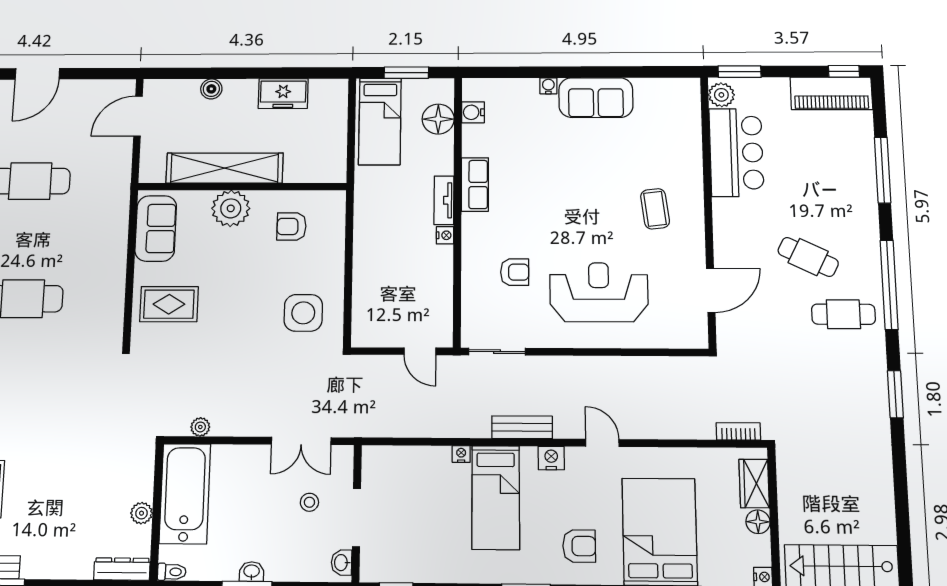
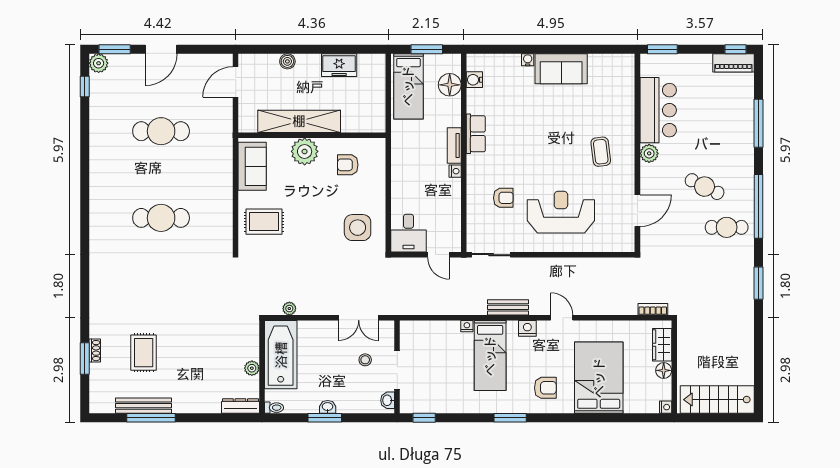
piano: (831, 93) -> (733, 63), width x0.73, depth x0.75
plant: (721, 95) -> (649, 153), moved
desk: (377, 321) -> (408, 233), added

